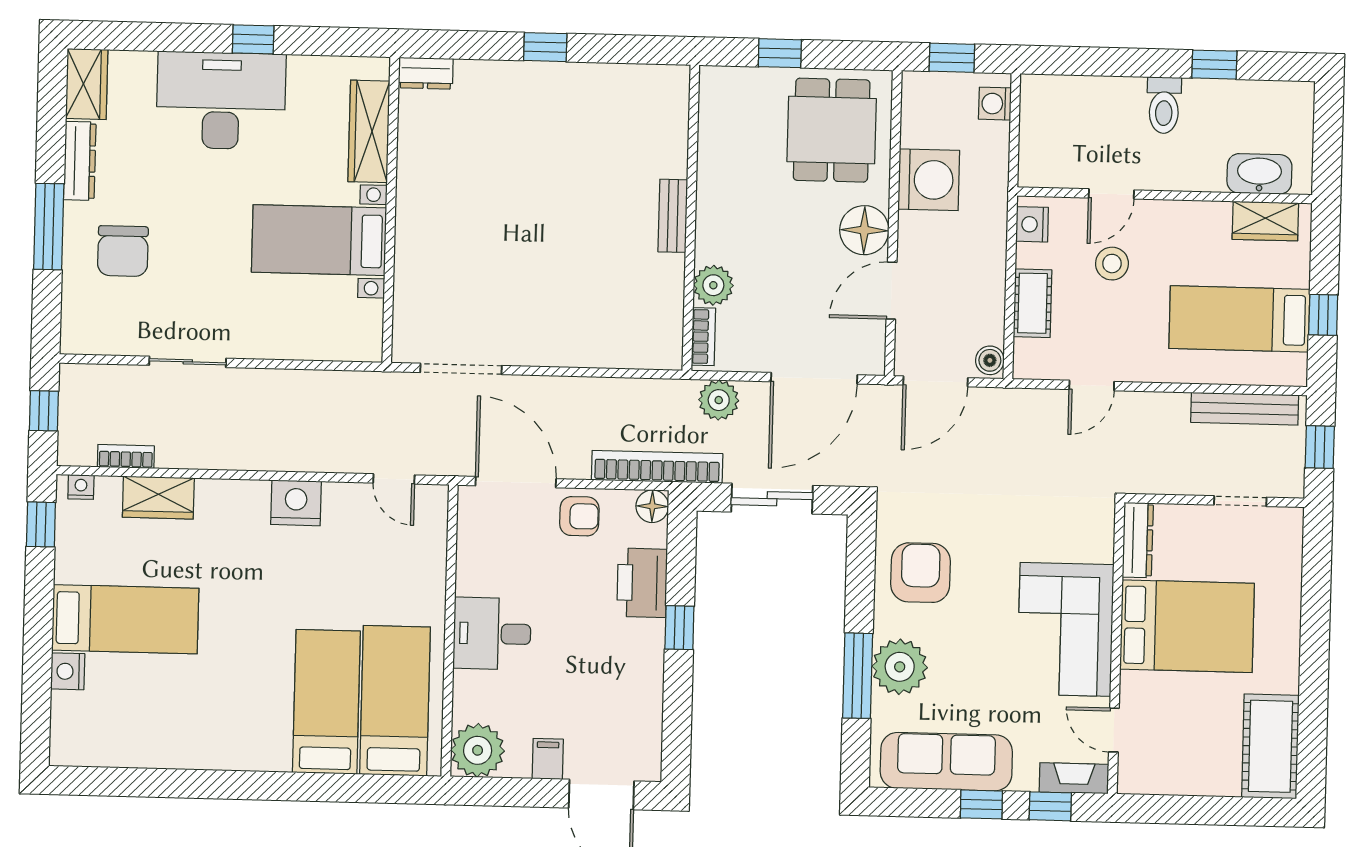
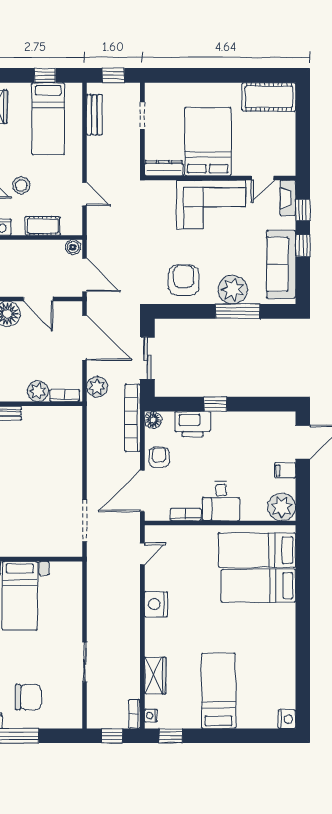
bench: (1245, 409) -> (95, 115), width x0.73
bookcase: (126, 456) -> (134, 714), moved
bookcase: (467, 565) -> (186, 515), added
armchair: (921, 573) -> (184, 280), turned 90
nightstand: (68, 671) -> (287, 719), moved, turned -90

